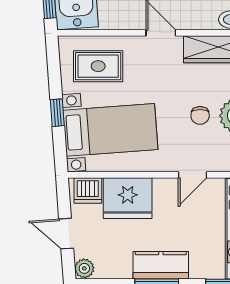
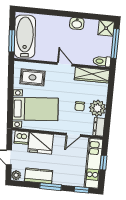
window: (57, 113) -> (10, 98), removed
kitchen counter: (161, 265) -> (39, 176), moved

